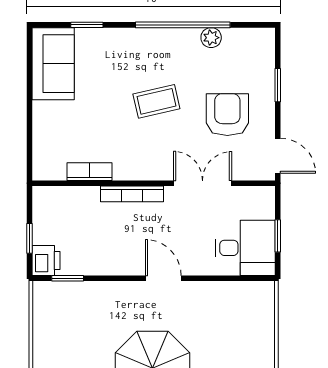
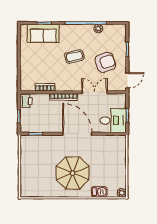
sofa: (53, 64) -> (43, 33), moved, turned 90
armchair: (227, 115) -> (105, 62), turned 72
door: (278, 156) -> (127, 80), hinge flipped
printer: (46, 260) -> (26, 101), moved
door: (163, 278) -> (77, 134), width x1.88

